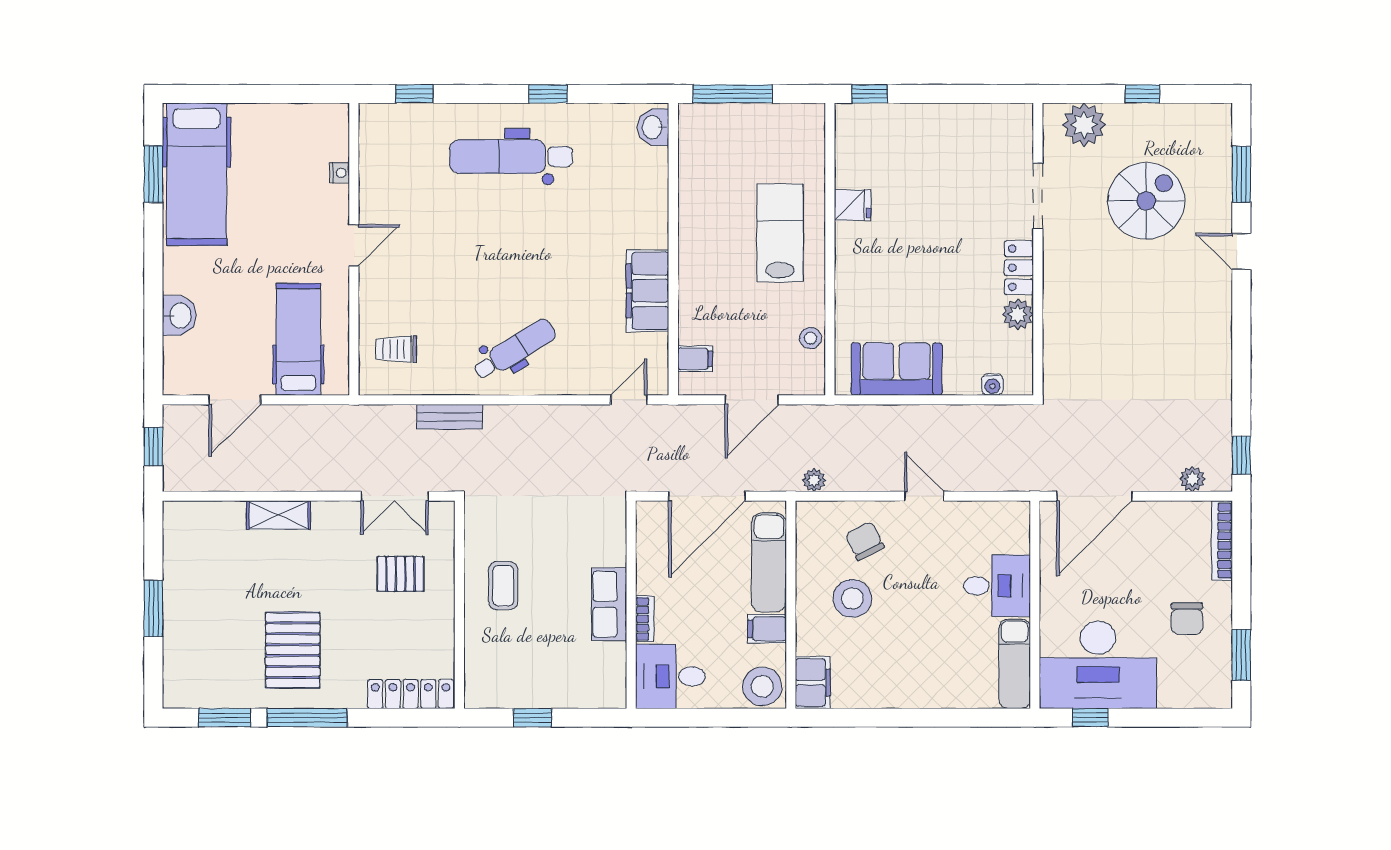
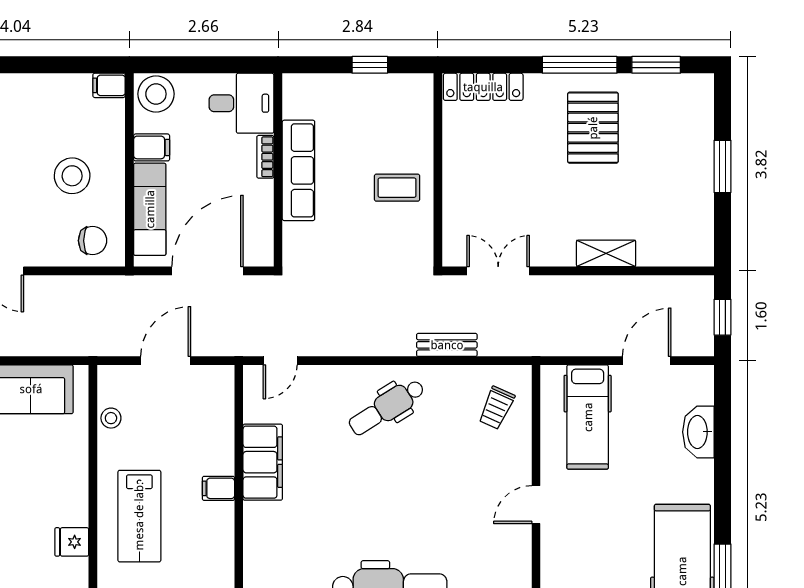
nightstand: (340, 173) -> (549, 572), removed
washbasin: (179, 315) -> (698, 432), width x1.38
trolley: (396, 349) -> (496, 408), turned 114
filing cabinet: (695, 359) -> (218, 488), moved
plant: (814, 480) -> (108, 286), removed
chair: (865, 541) -> (93, 241), moved, turned -63
pallet: (400, 574) -> (493, 199), removed
coffee table: (503, 586) -> (397, 188), turned 90
row of seats: (609, 604) -> (298, 170), width x1.48
filing cabinet: (813, 683) -> (109, 85), width x0.50

